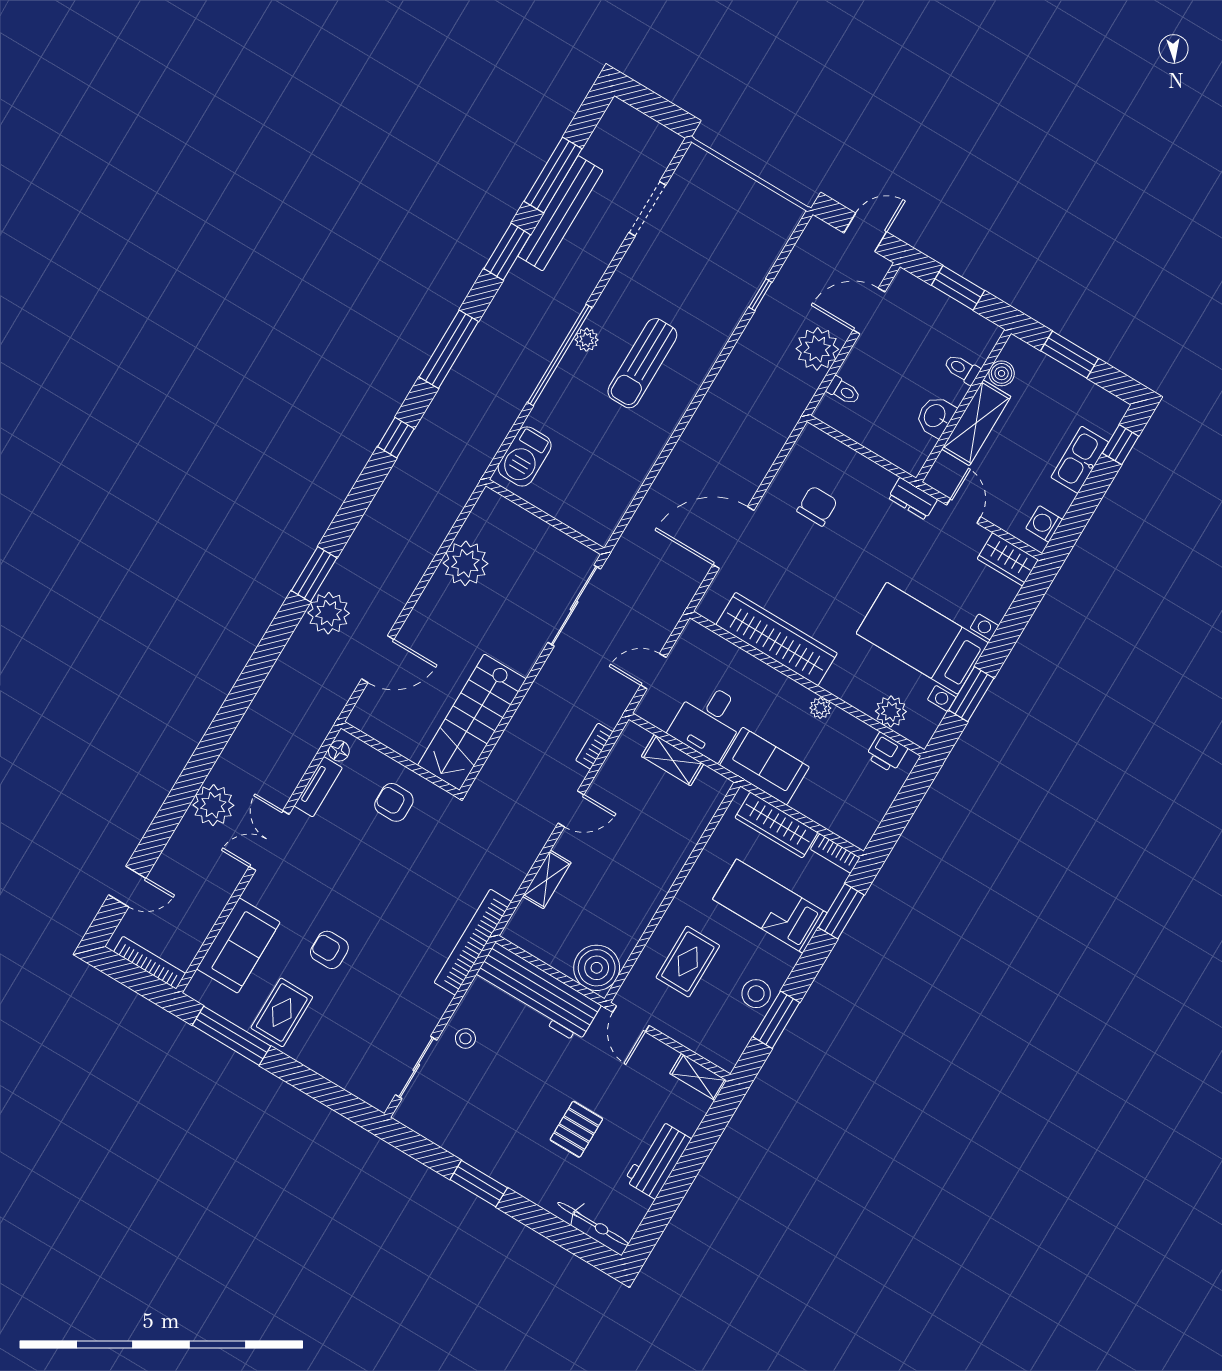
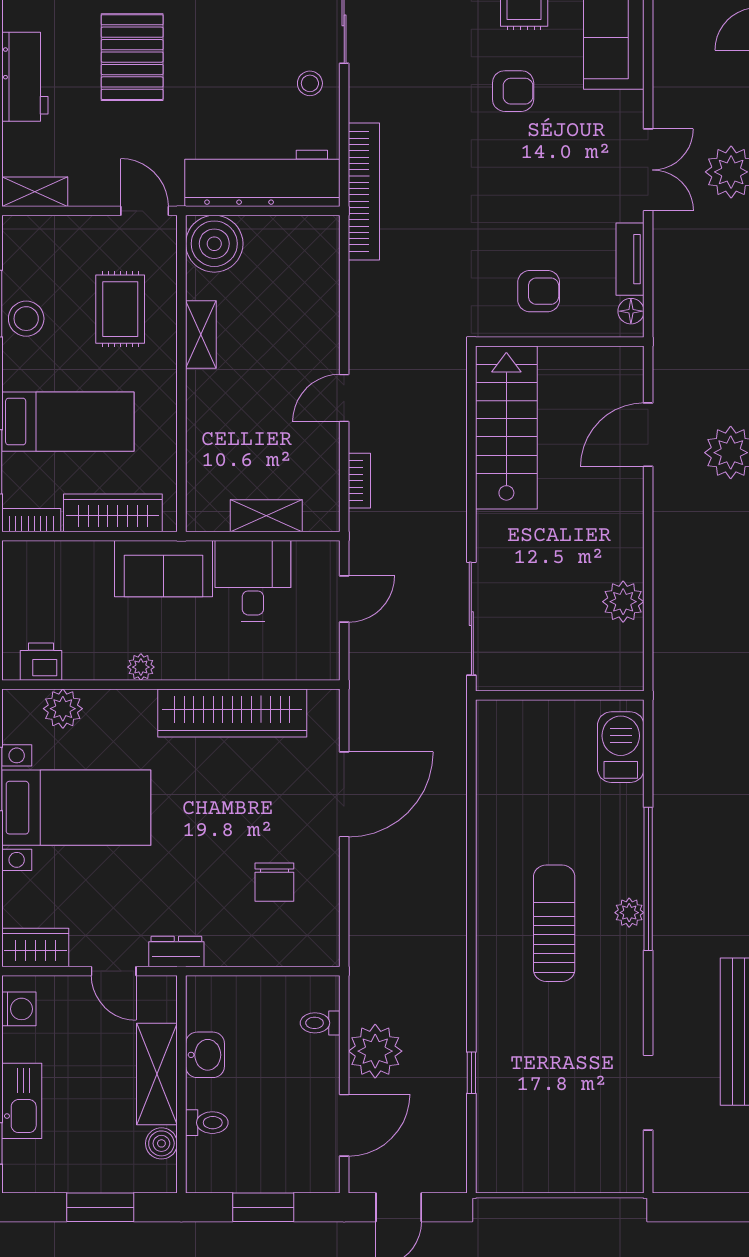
plant: (465, 563) -> (623, 602), width x0.73, depth x0.73
shelving: (547, 879) -> (201, 334), moved
pallet: (576, 1129) -> (132, 57), width x1.50, depth x1.42

